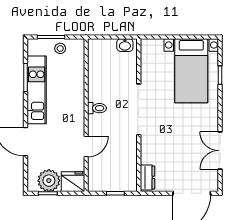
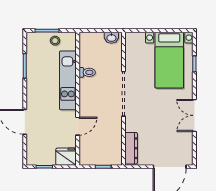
kitchen unit: (37, 90) -> (68, 80), moved, turned 180
toilet: (97, 108) -> (87, 72), moved
double door: (220, 151) -> (194, 115), moved
dresser: (147, 177) -> (131, 148), width x1.44
plant: (49, 181) -> (45, 156), removed

